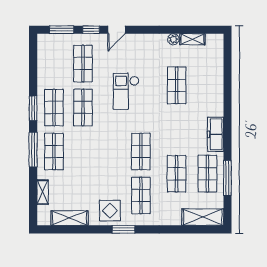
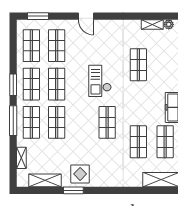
window: (91, 30) -> (64, 16), removed
door: (117, 30) -> (86, 16), hinge flipped
plant: (173, 39) -> (169, 24), moved
shop shelf: (54, 64) -> (31, 46), added
checkout: (126, 91) -> (100, 81), moved
shop shelf: (141, 196) -> (57, 122), moved
window: (124, 229) -> (73, 190), moved

